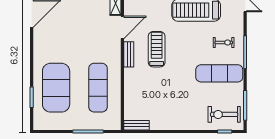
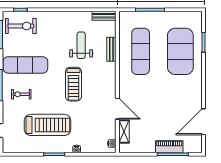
door: (122, 27) -> (117, 109), swing flipped
treadmill: (157, 49) -> (73, 84), moved
bench: (129, 54) -> (111, 49), moved
weight bench: (161, 94) -> (81, 45), added

